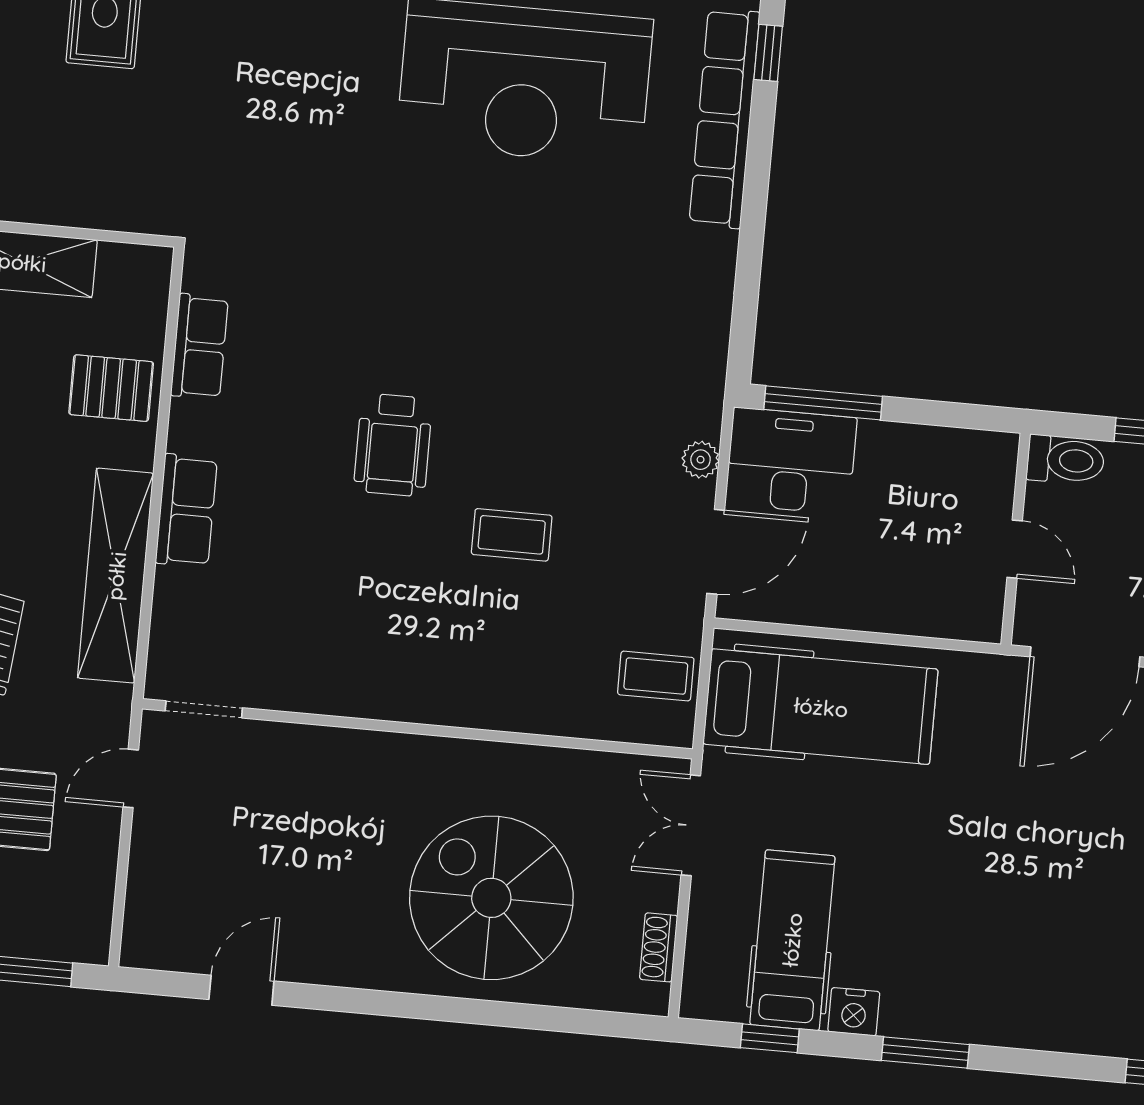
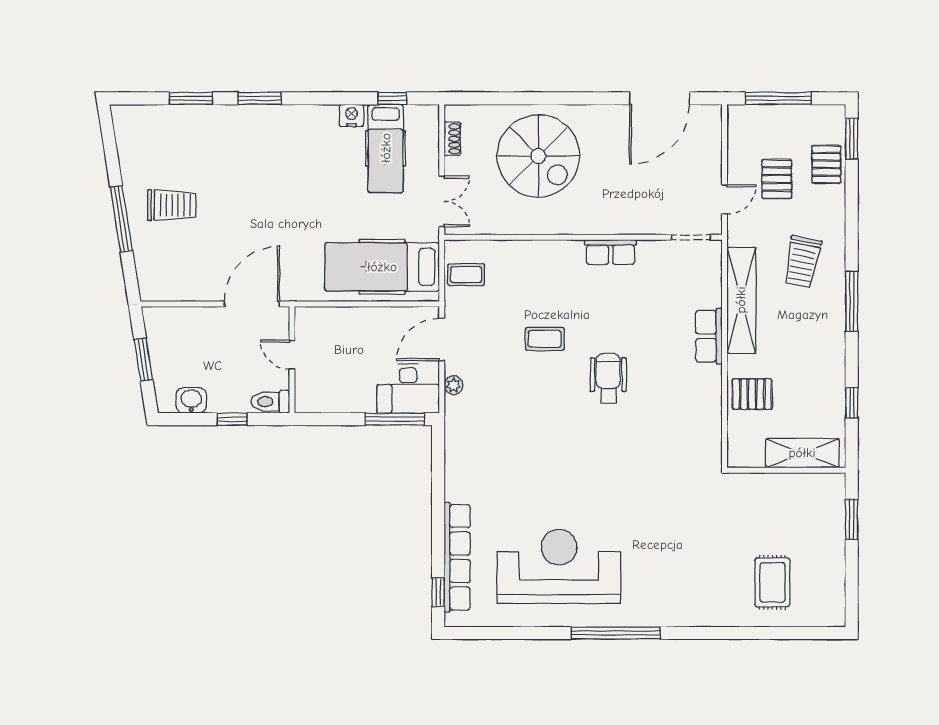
row of seats: (199, 346) -> (610, 252), moved, turned -90
door: (241, 990) -> (659, 98), width x1.87
window: (925, 1052) -> (260, 98), moved

